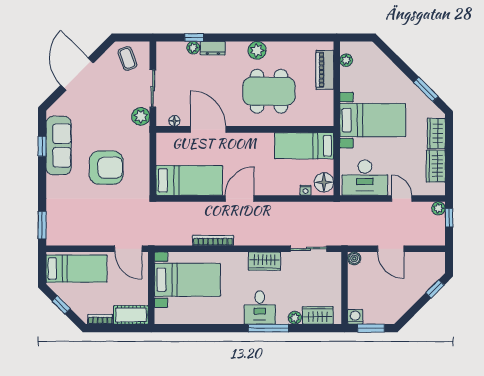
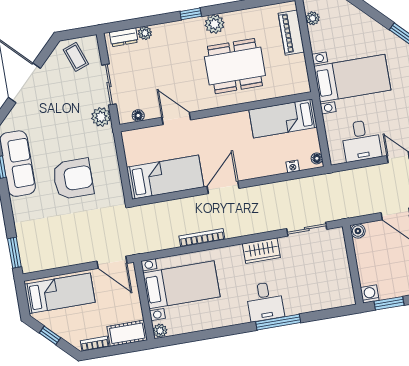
window: (194, 37) -> (191, 14), moved
dresser: (213, 48) -> (124, 37), moved
door: (208, 129) -> (176, 119), width x0.73
desk: (365, 178) -> (361, 141), width x0.73
floor lamp: (324, 182) -> (317, 158), width x0.53, depth x0.53
wardrobe: (318, 315) -> (329, 299), removed
plant: (295, 318) -> (160, 331), moved

